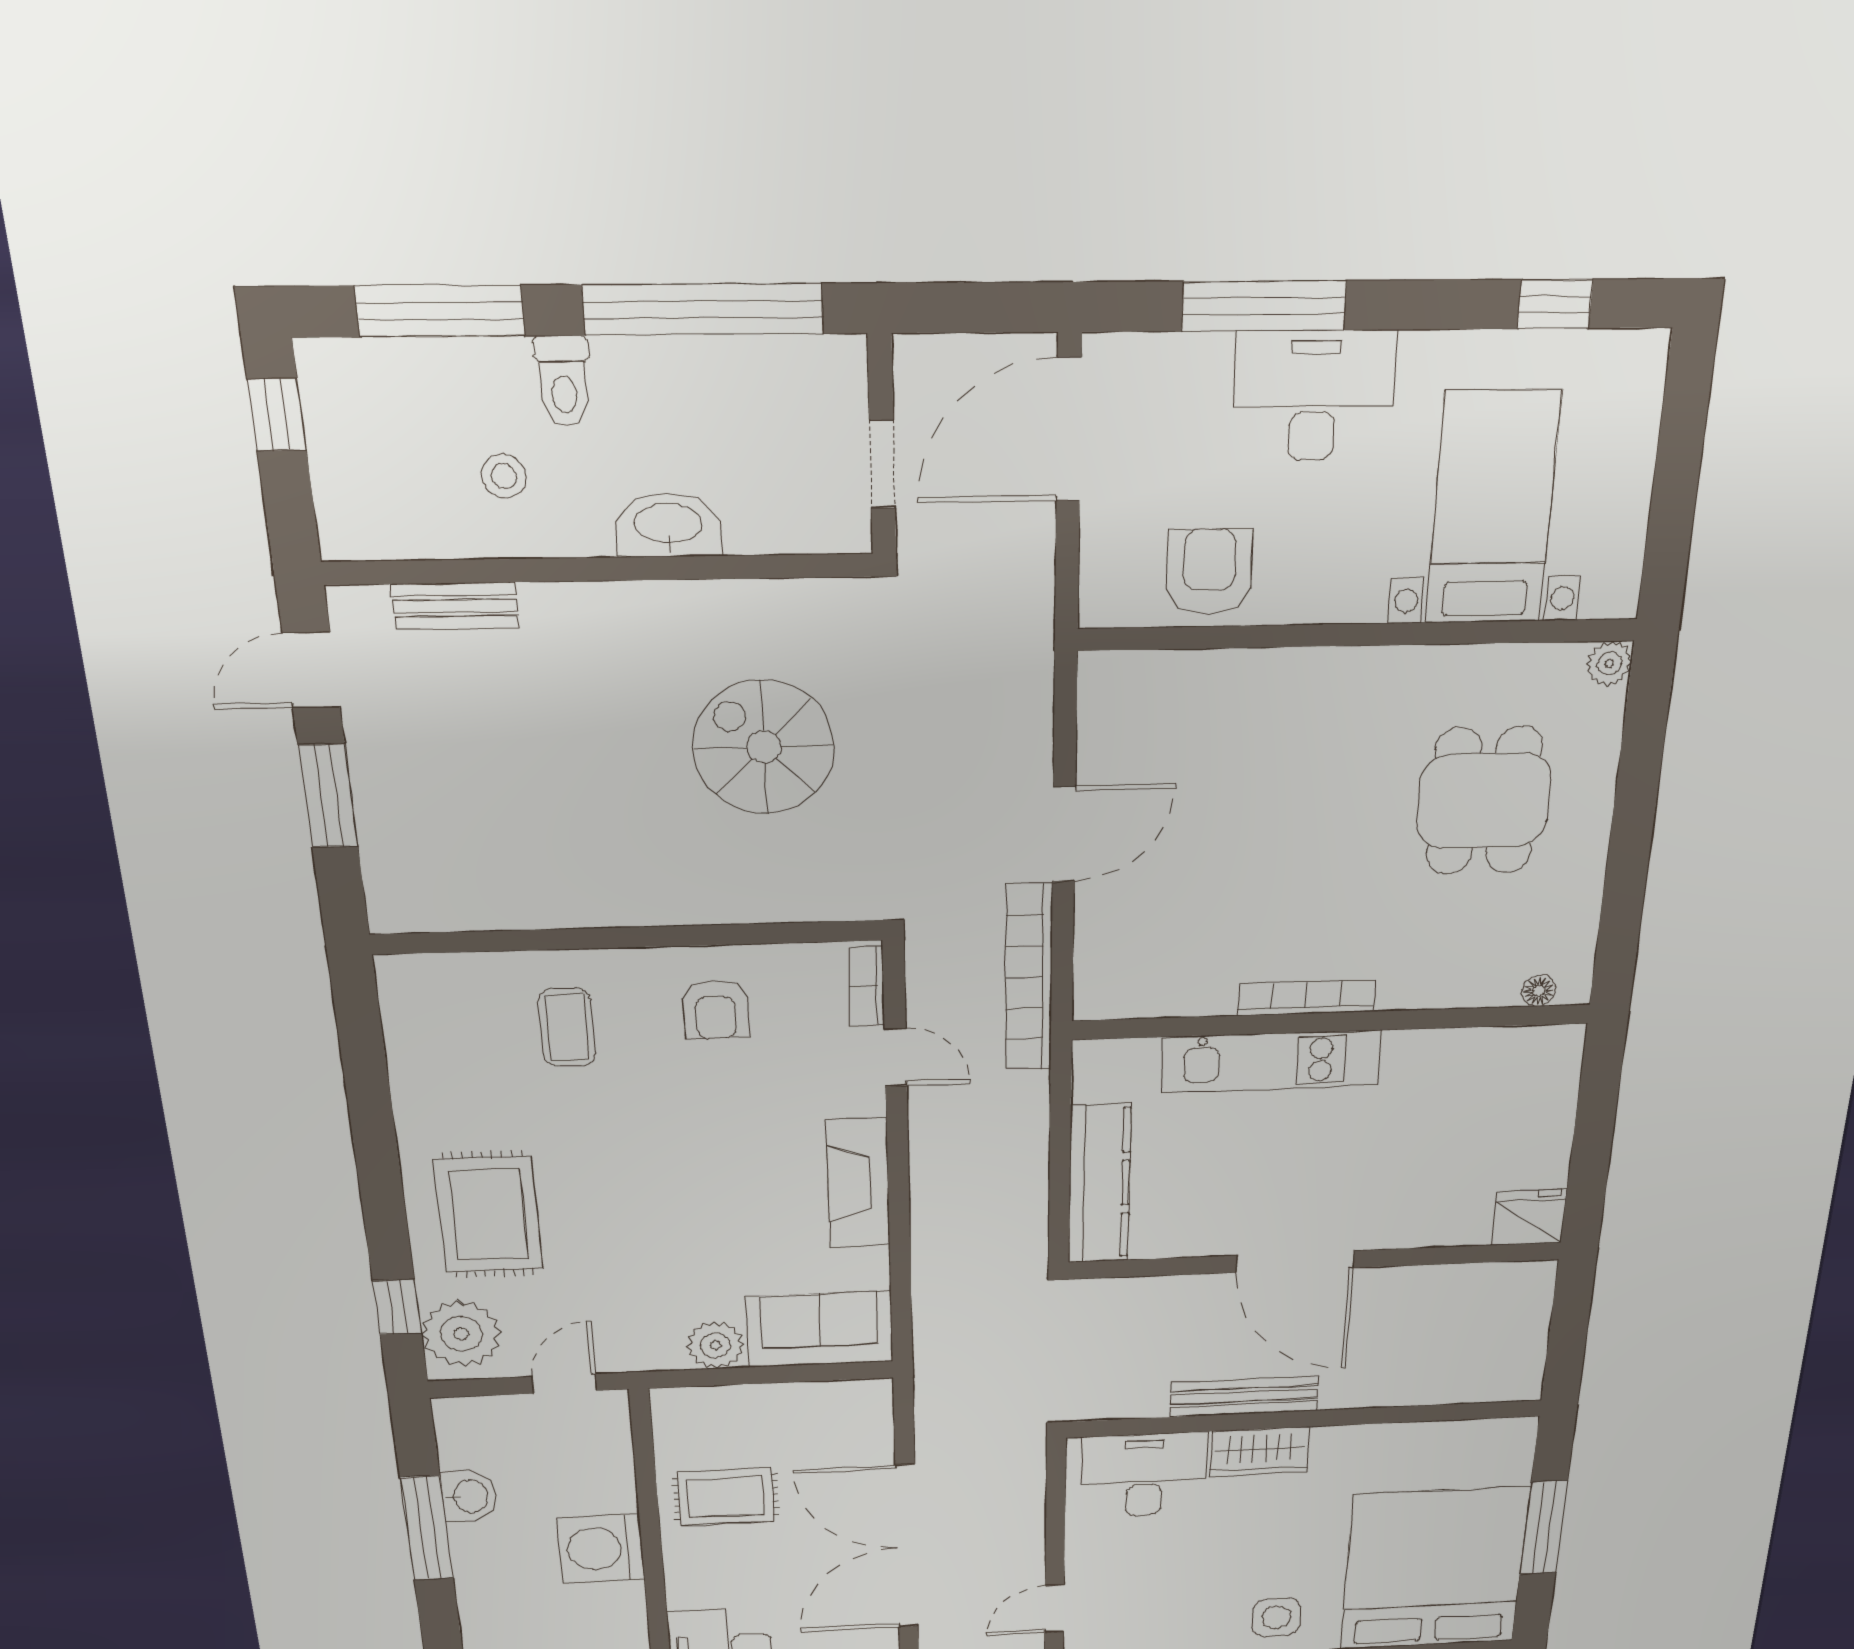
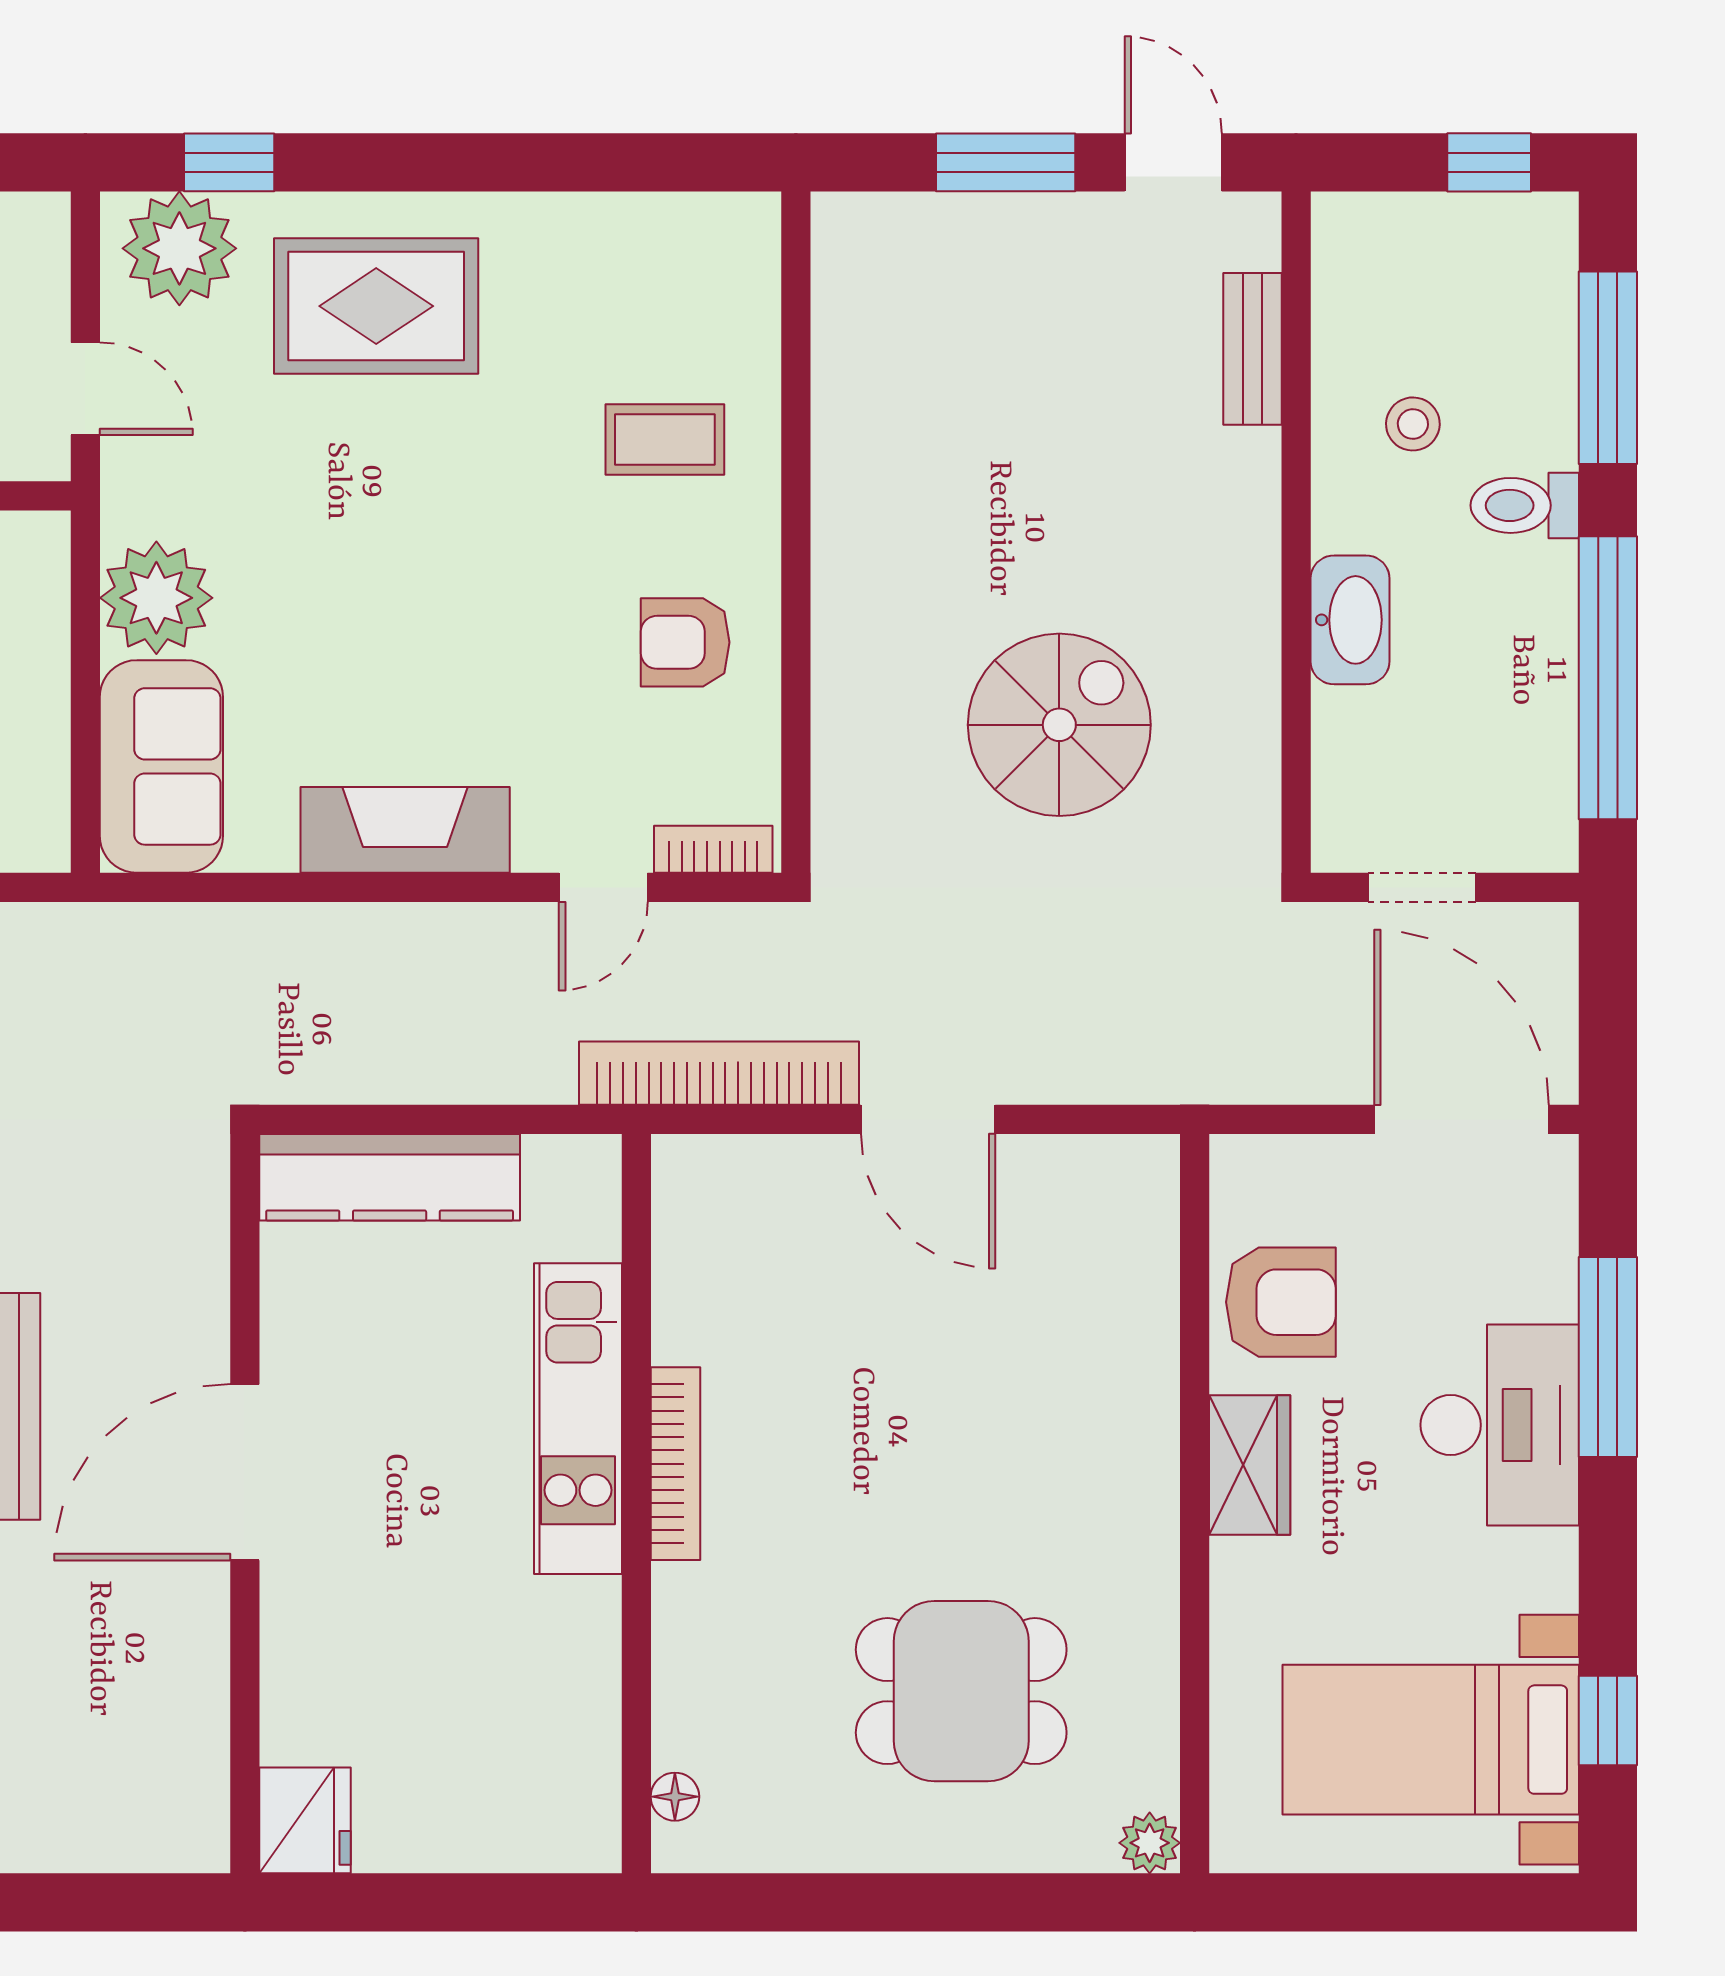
bed with nightstands: (1493, 508) -> (1431, 1740), moved, turned 180
wardrobe: (1333, 594) -> (1250, 1465), added
plant: (715, 1345) -> (156, 598), width x1.36, depth x1.36

